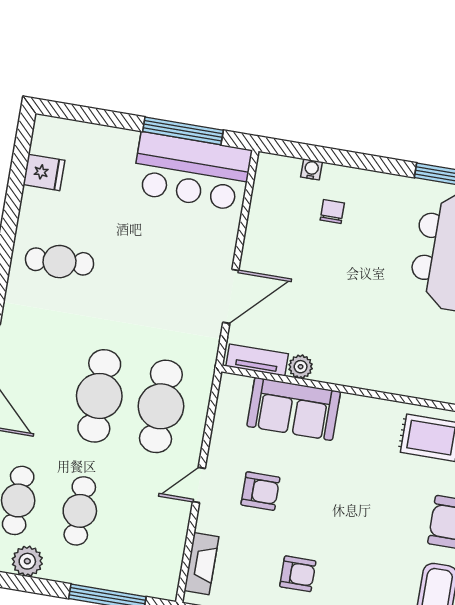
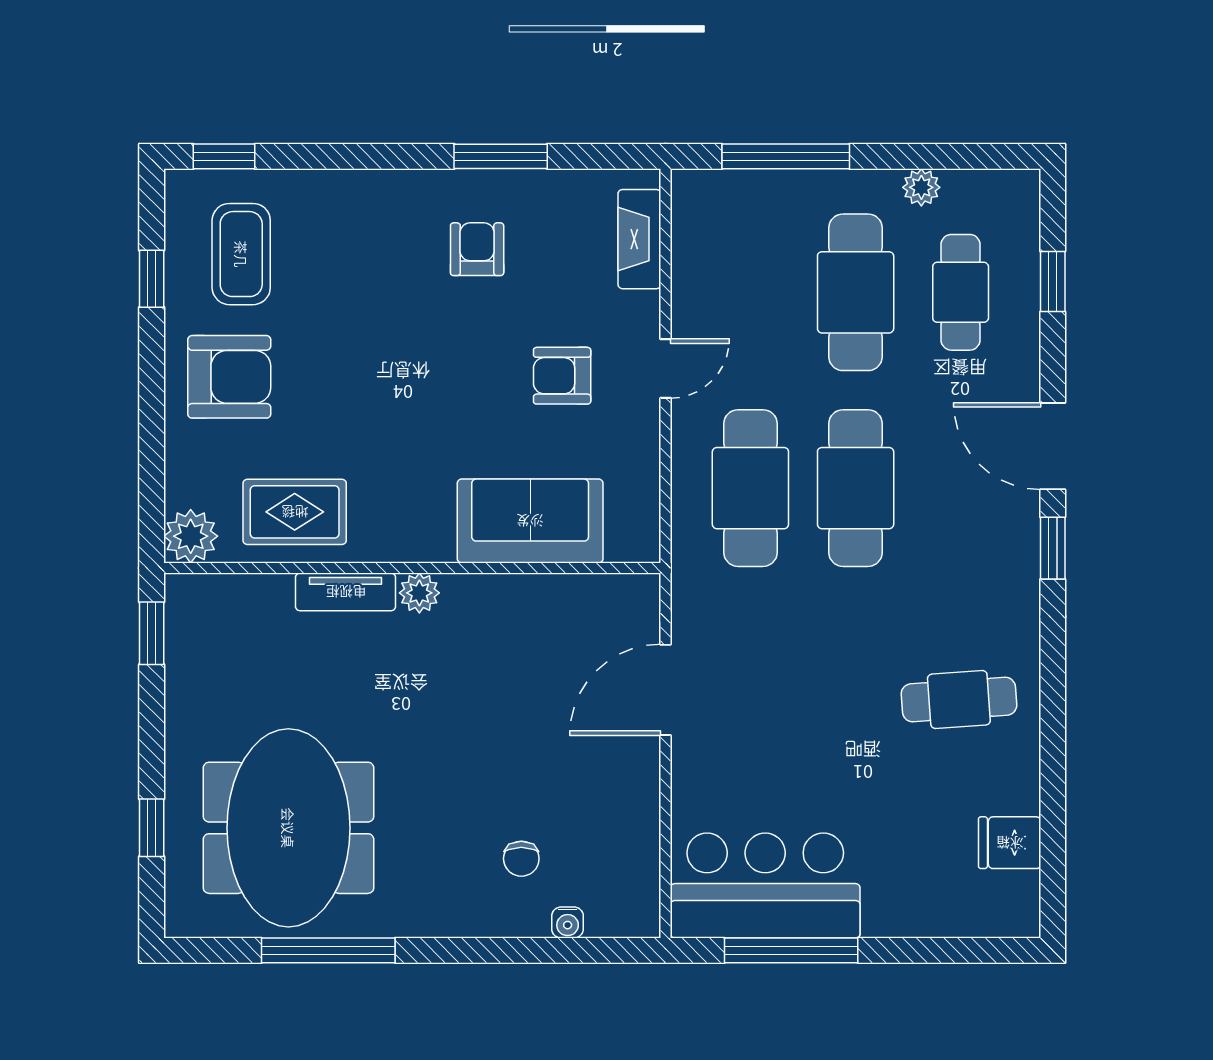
tv unit: (257, 360) -> (346, 592), moved
plant: (301, 367) -> (419, 593), moved
cafe table: (80, 511) -> (856, 292), width x1.37, depth x1.35
plant: (27, 561) -> (921, 187), width x0.73, depth x0.73
armchair: (298, 574) -> (477, 249), turned 90

